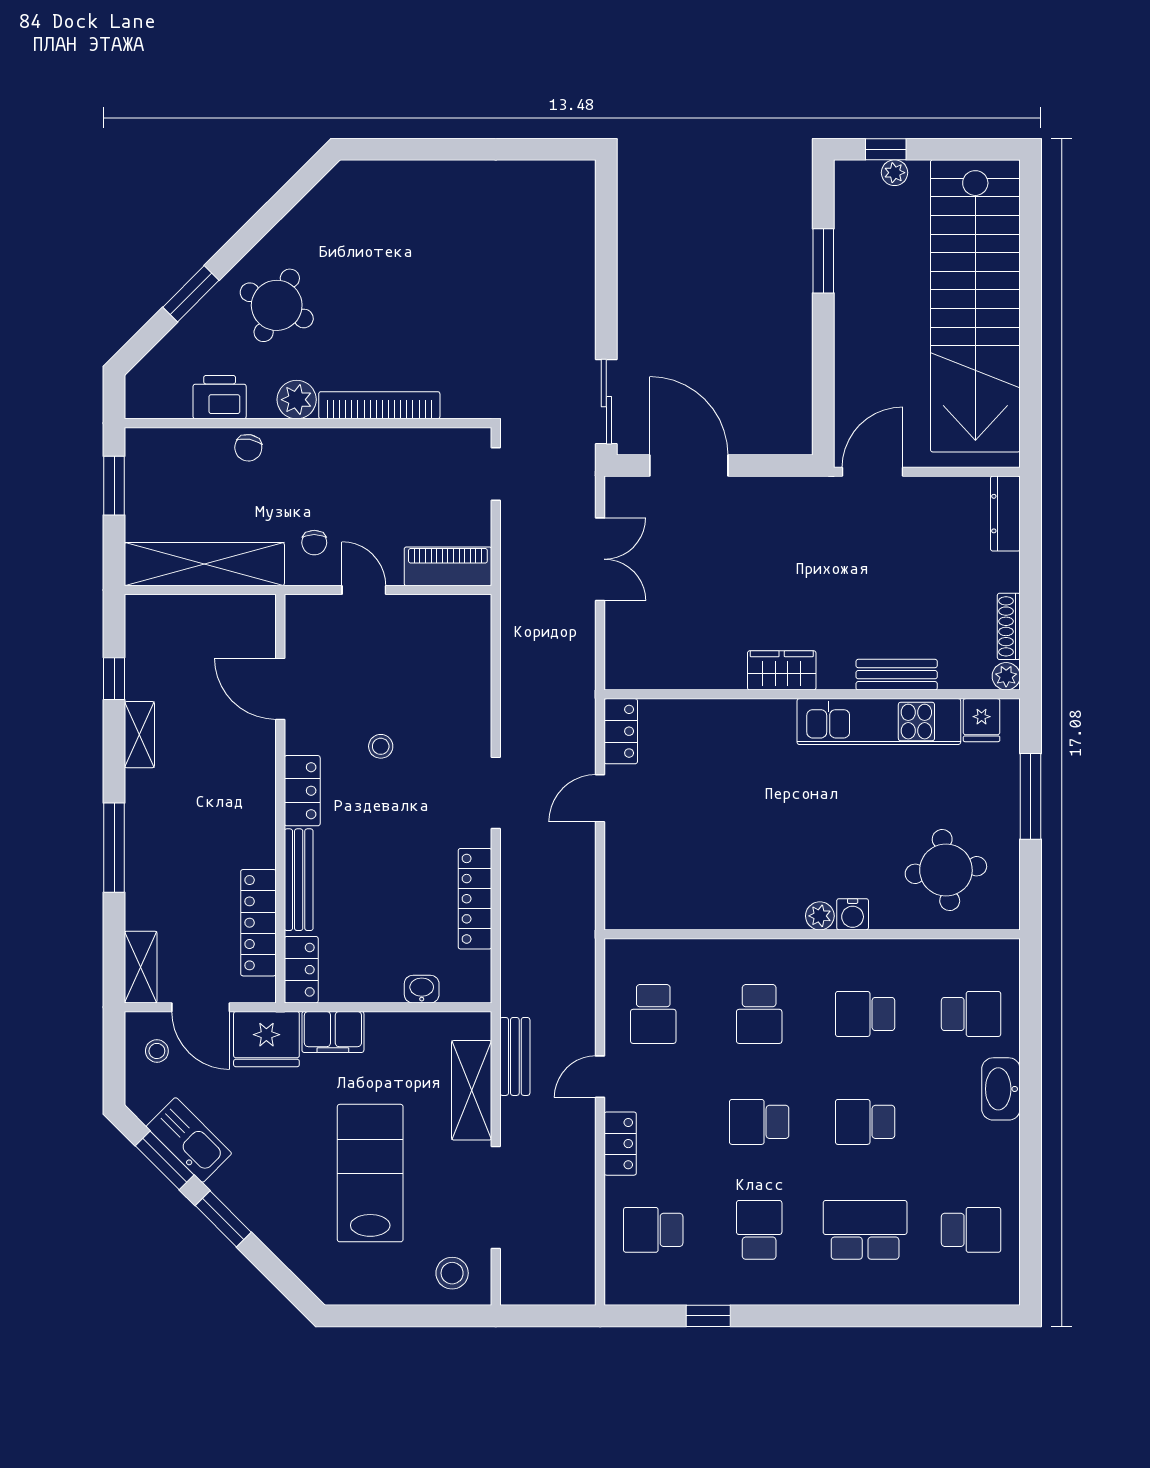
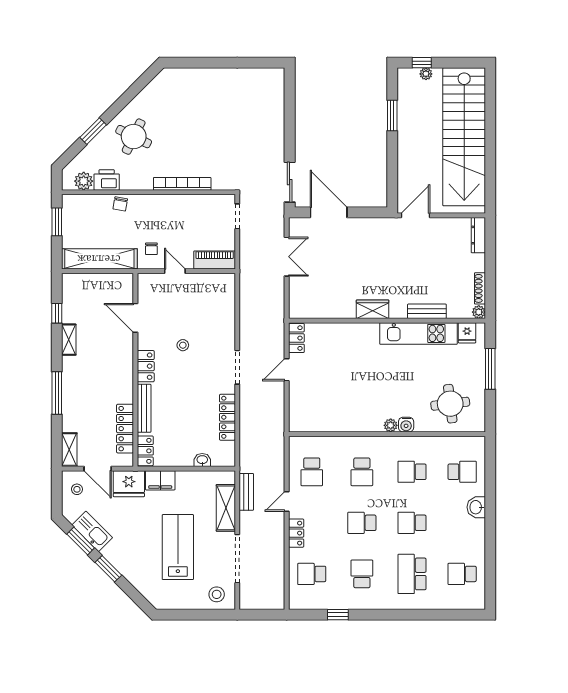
plant: (297, 400) -> (84, 181), moved
washbasin: (1001, 1089) -> (476, 507), width x0.72
school desk: (865, 1230) -> (412, 574), turned -90
school desk: (971, 1230) -> (462, 574), turned 180

